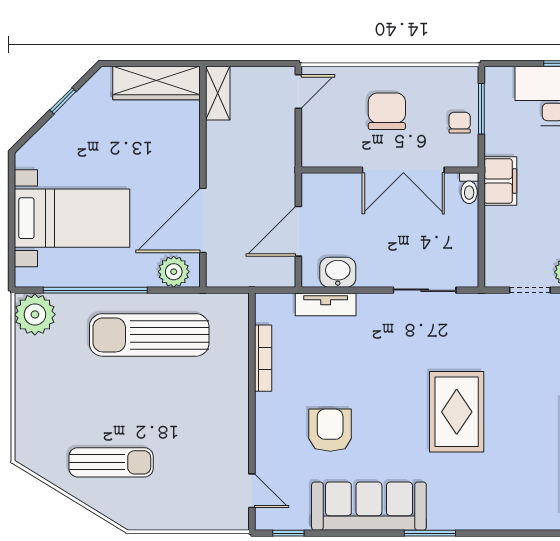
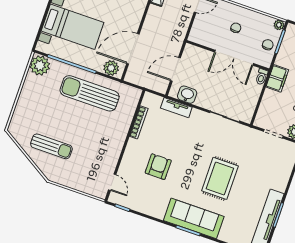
plant: (468, 77) -> (279, 25), added
chair: (387, 111) -> (236, 28), width x0.54, depth x0.54
sofa: (369, 506) -> (194, 218), moved

